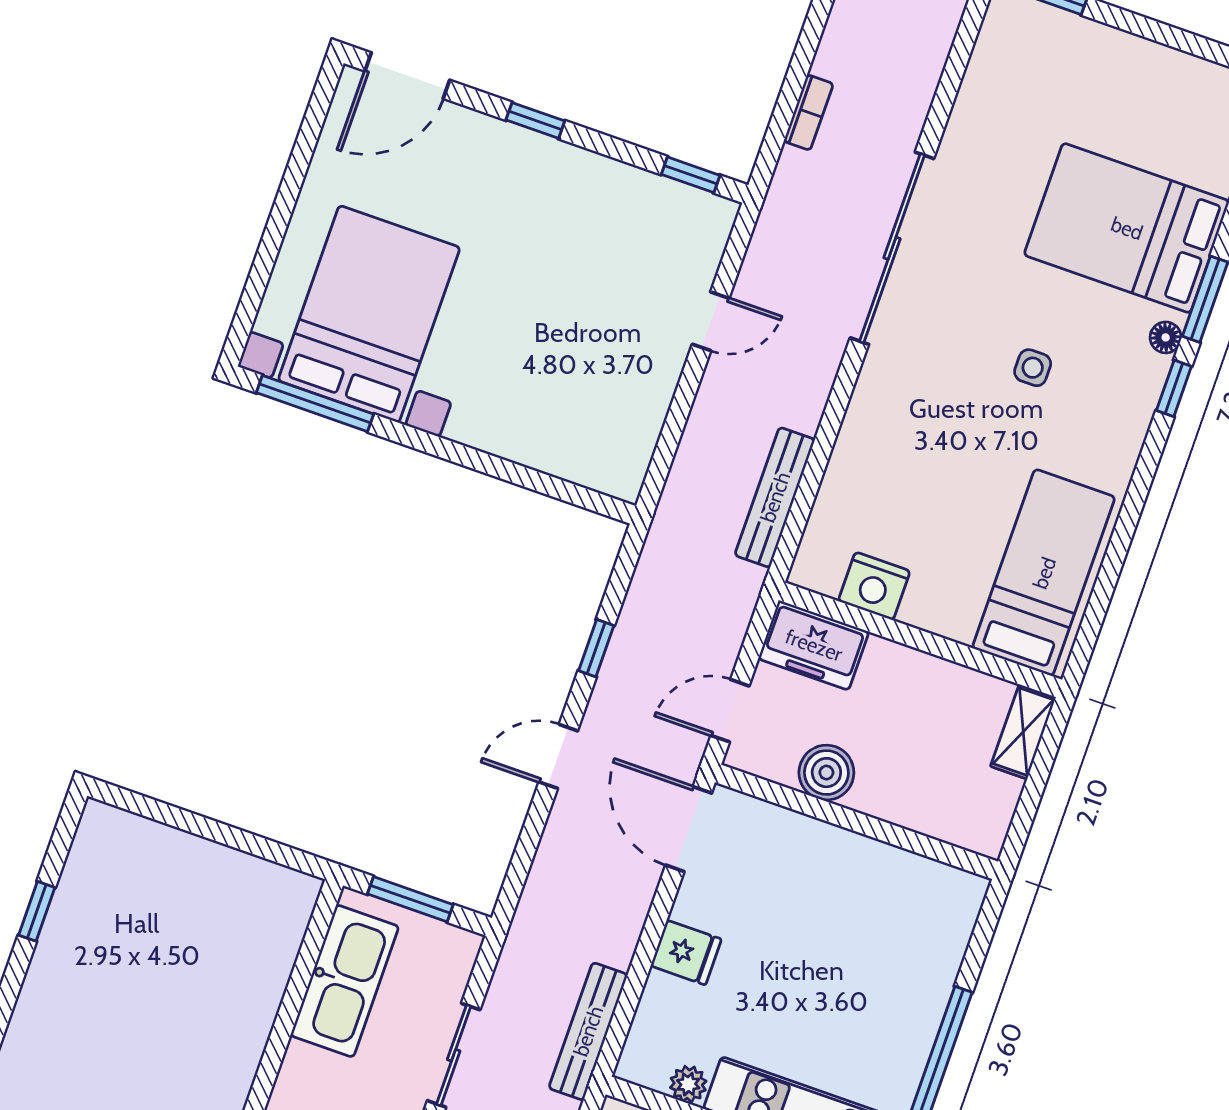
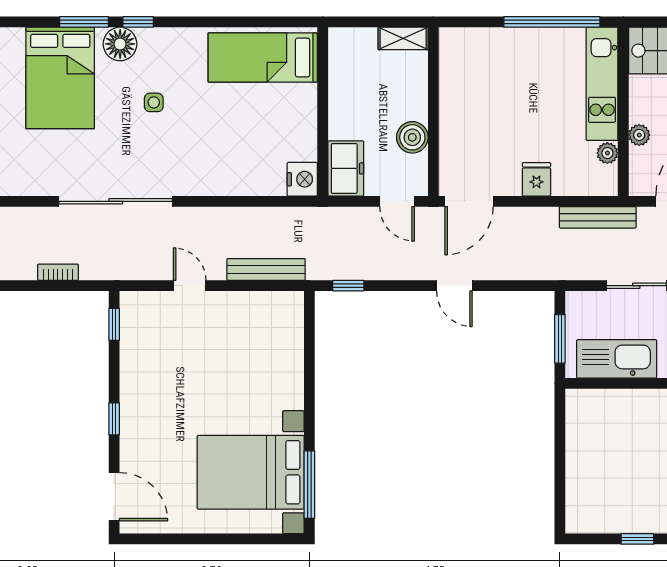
floor lamp: (1166, 337) -> (120, 44), width x1.89, depth x1.89
bench: (775, 497) -> (266, 269), moved
nightstand: (874, 586) -> (302, 179), moved
window: (596, 648) -> (348, 286), moved
shelving: (1023, 732) -> (403, 38), moved

